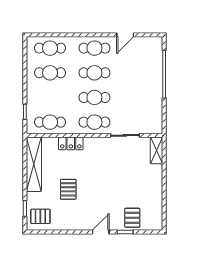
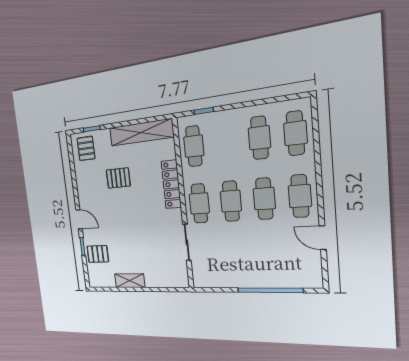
locker: (71, 143) -> (171, 184), width x1.53
shelving: (156, 150) -> (130, 281), moved

